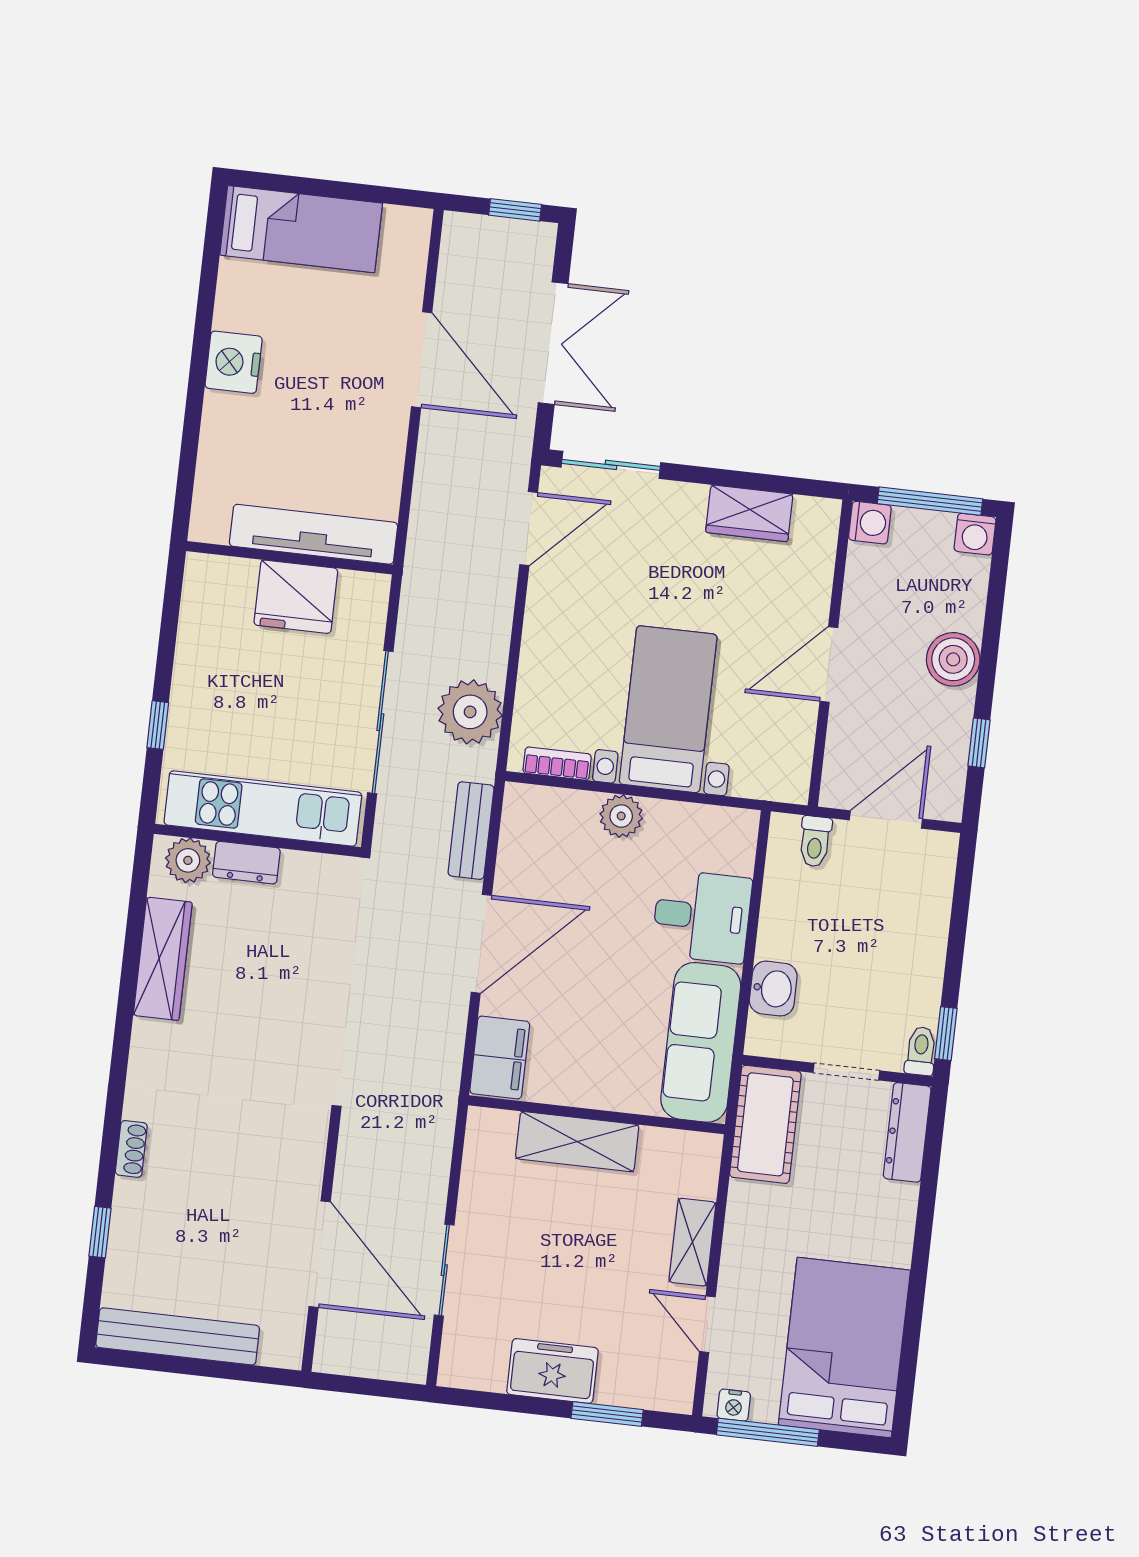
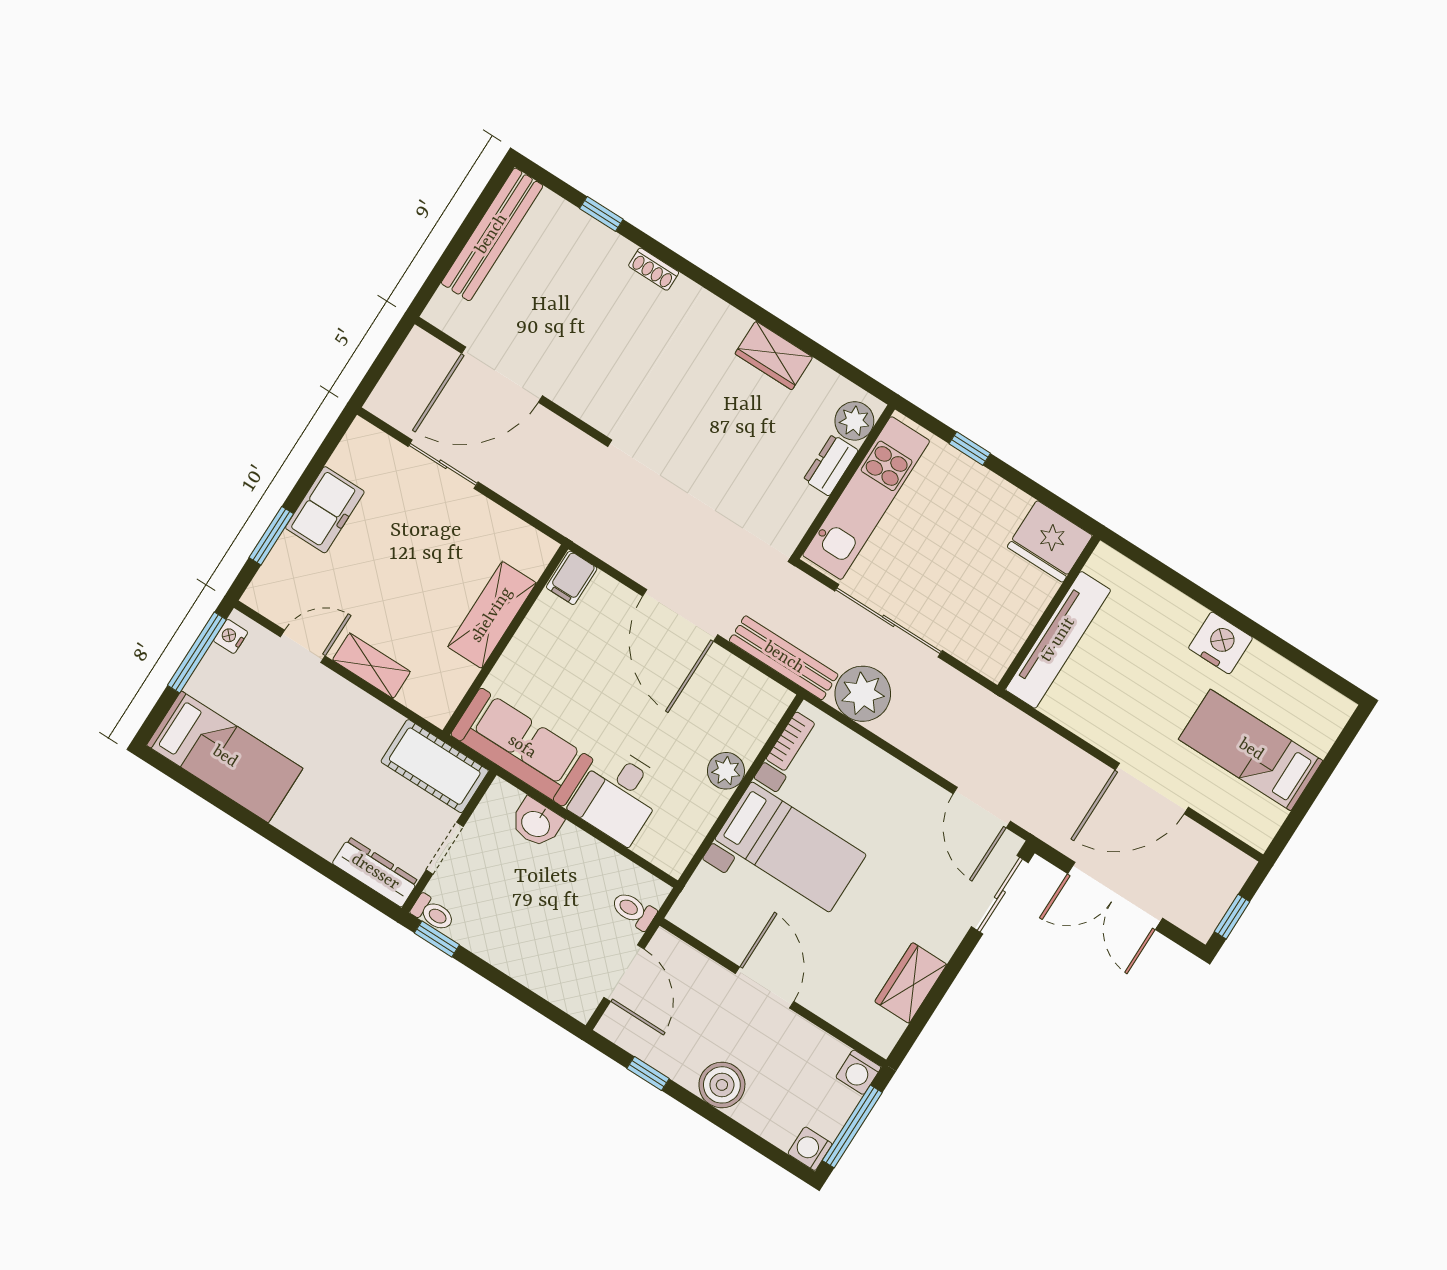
bed: (301, 229) -> (1251, 750), moved, turned 90
fridge: (296, 597) -> (1050, 541), moved, turned -90
bench: (471, 831) -> (784, 658), width x1.36
wardrobe: (163, 959) -> (774, 355), width x0.67
filing cabinet: (500, 1057) -> (572, 578), width x0.50
bed: (844, 1348) -> (225, 757), width x0.67

